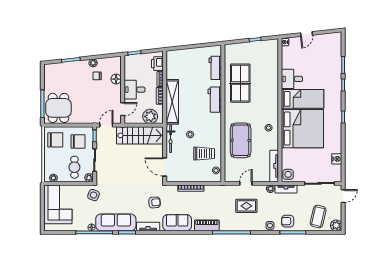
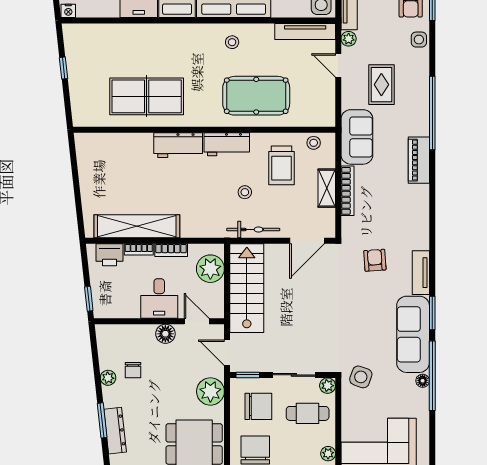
dresser: (65, 67) -> (115, 431), added
workbench: (215, 68) -> (227, 144), moved
floor lamp: (116, 79) -> (165, 334), moved
shelving: (172, 102) -> (137, 226), moved
plant: (86, 116) -> (210, 391), added
chair: (78, 141) -> (258, 406), turned 90
trolley: (204, 154) -> (281, 165), turned 180
shelving: (192, 177) -> (327, 188), added
door: (246, 183) -> (338, 65), moved
sofa: (177, 223) -> (357, 137), moved, turned 180

